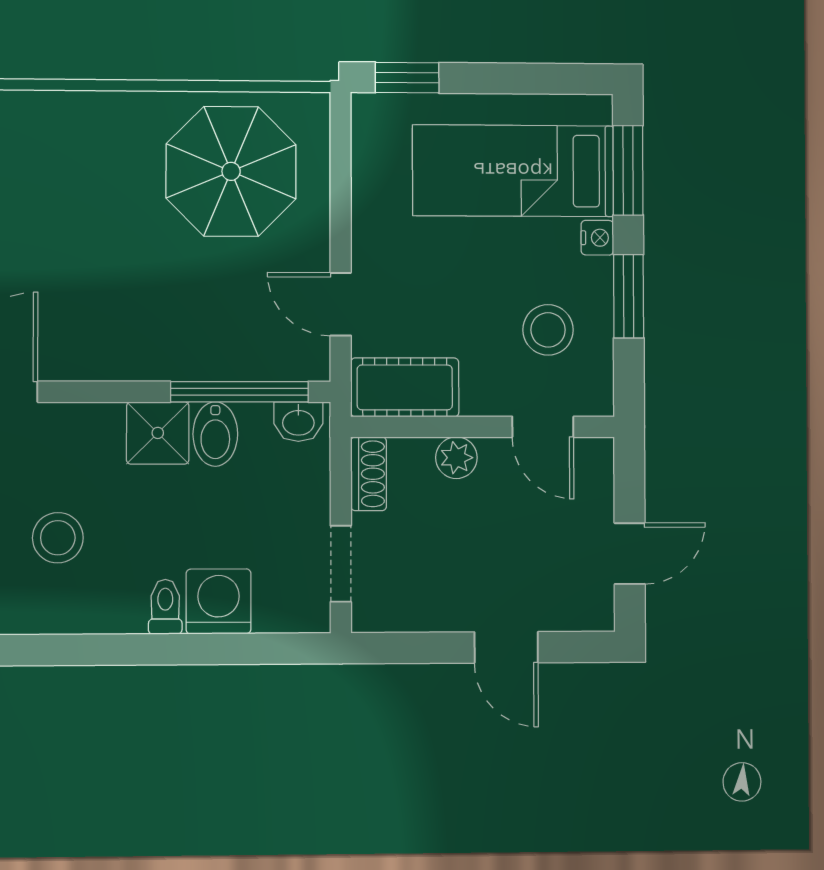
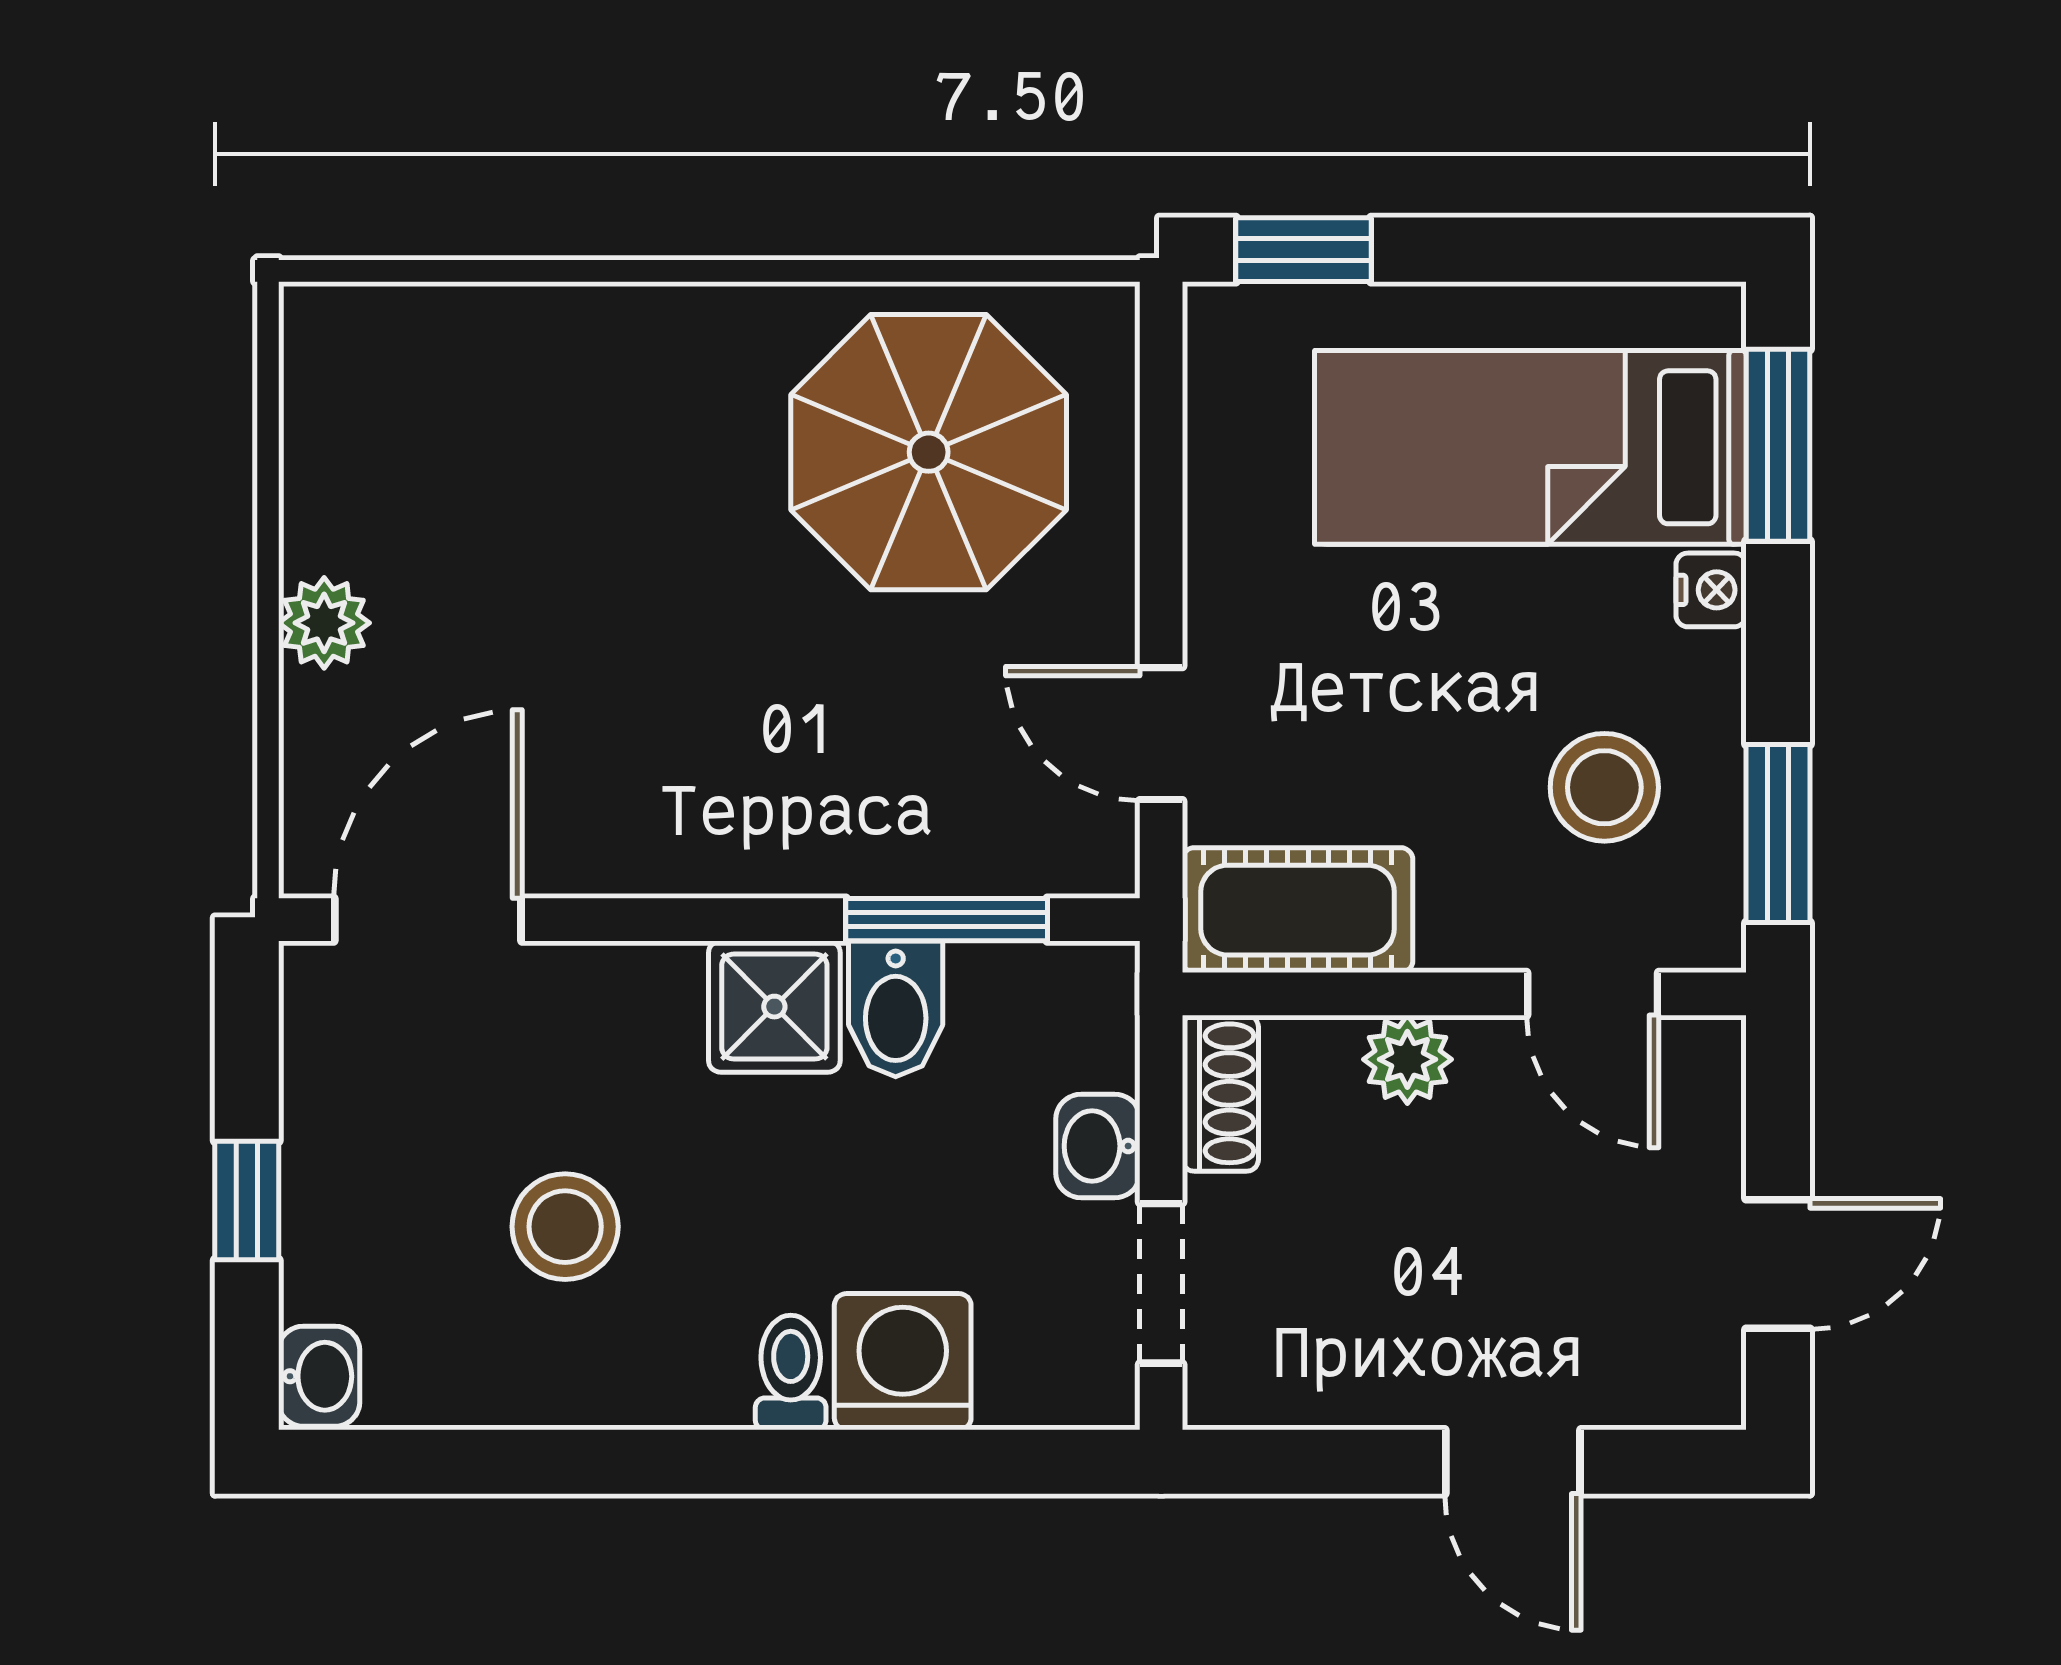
window: (629, 296) -> (1778, 833), moved
window: (240, 392) -> (947, 920), width x0.69
washbasin: (298, 422) -> (1098, 1146), moved, turned 90

